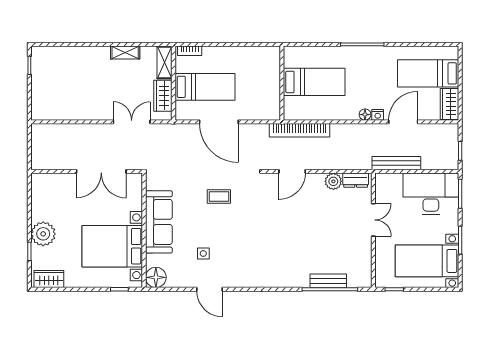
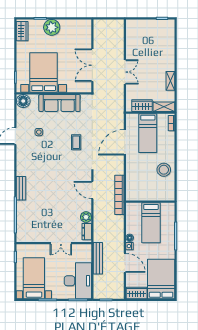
stool: (261, 62) -> (164, 170), added
bed: (428, 73) -> (161, 279), width x1.50
bed: (314, 82) -> (151, 223), moved
wall: (282, 83) -> (150, 202), moved
double door: (132, 122) -> (125, 72), moved
bench: (328, 281) -> (21, 188), moved

